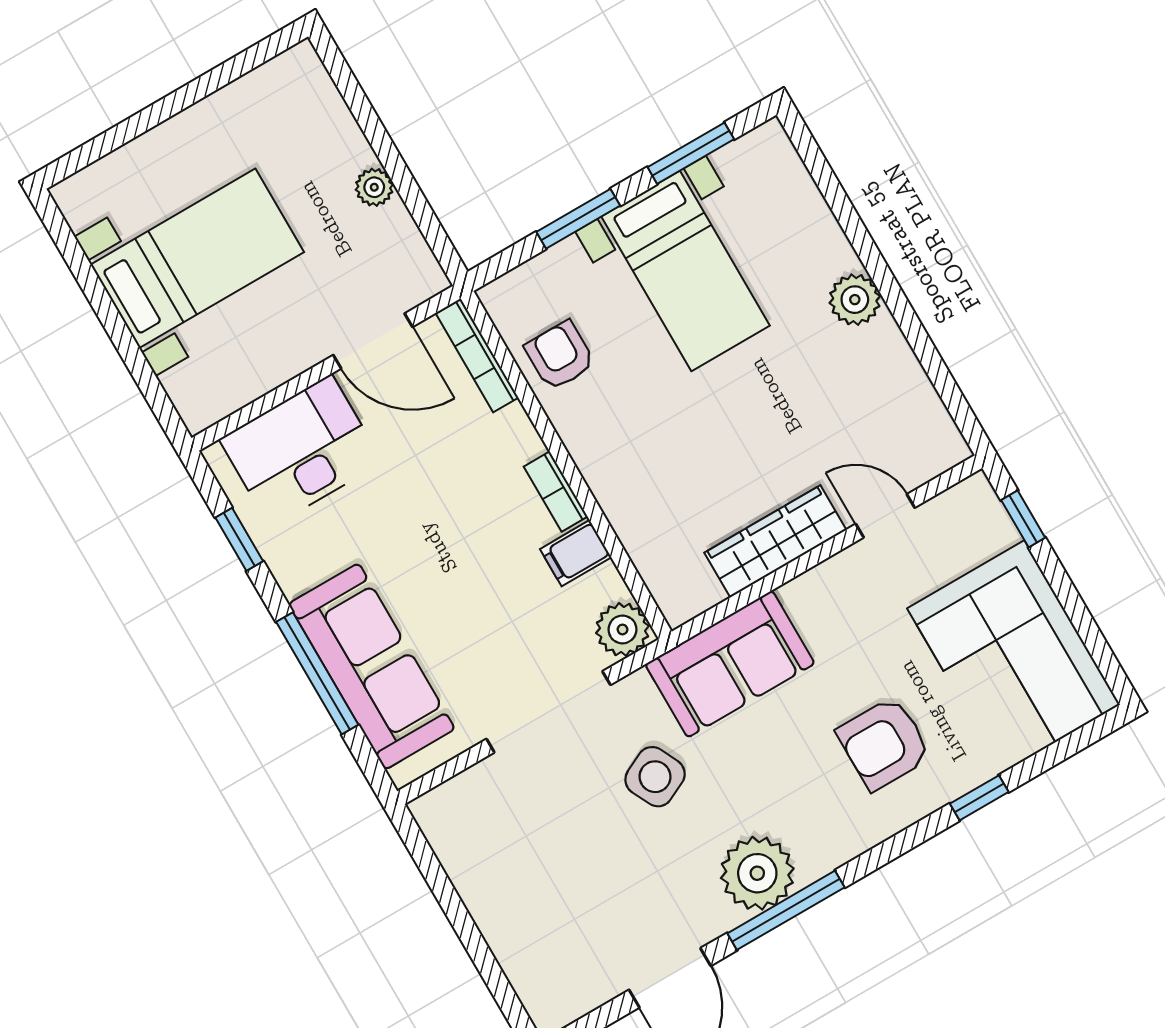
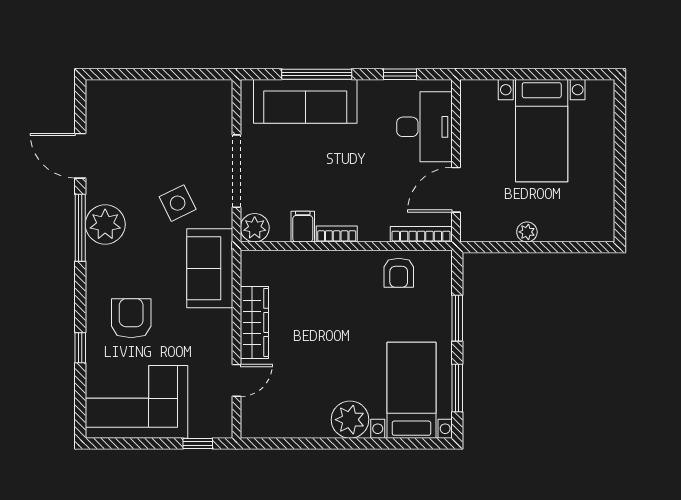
bed with nightstands: (686, 271) -> (411, 390), moved, turned 90
plant: (855, 300) -> (350, 420), width x1.36, depth x1.36
armchair: (560, 355) -> (399, 273), turned 90

